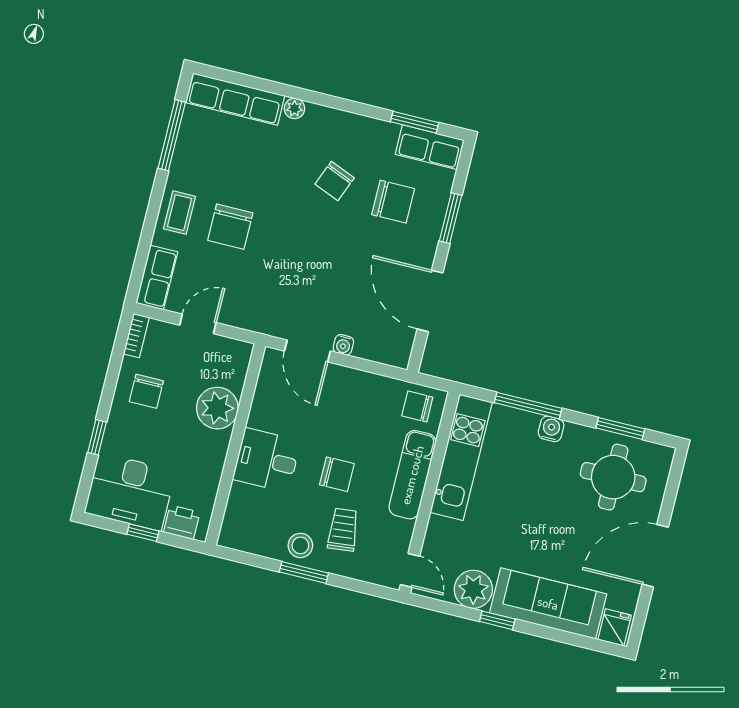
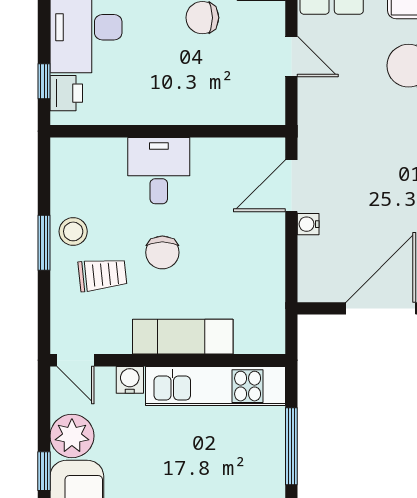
chair: (417, 406) -> (260, 323), removed
plant: (217, 408) -> (203, 101), removed
water cooler: (551, 429) -> (130, 380), moved, turned -90
window: (143, 533) -> (44, 81), moved
door: (410, 570) -> (76, 360), hinge flipped

